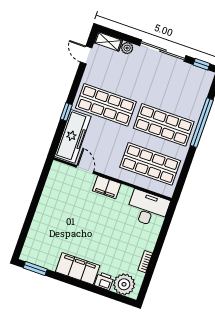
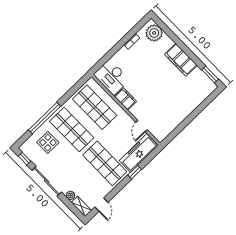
display table: (184, 96) -> (48, 143), added
filing cabinet: (107, 187) -> (125, 99), moved
printer: (104, 281) -> (167, 42), removed

